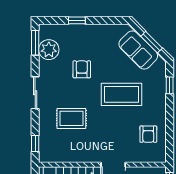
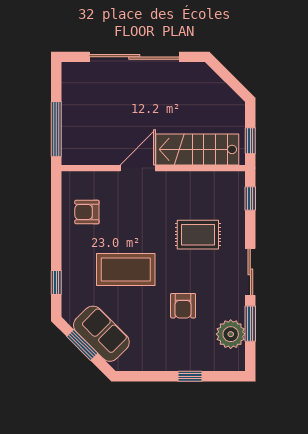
window: (35, 43) -> (250, 324), moved
armchair: (148, 134) -> (87, 212), turned -90

